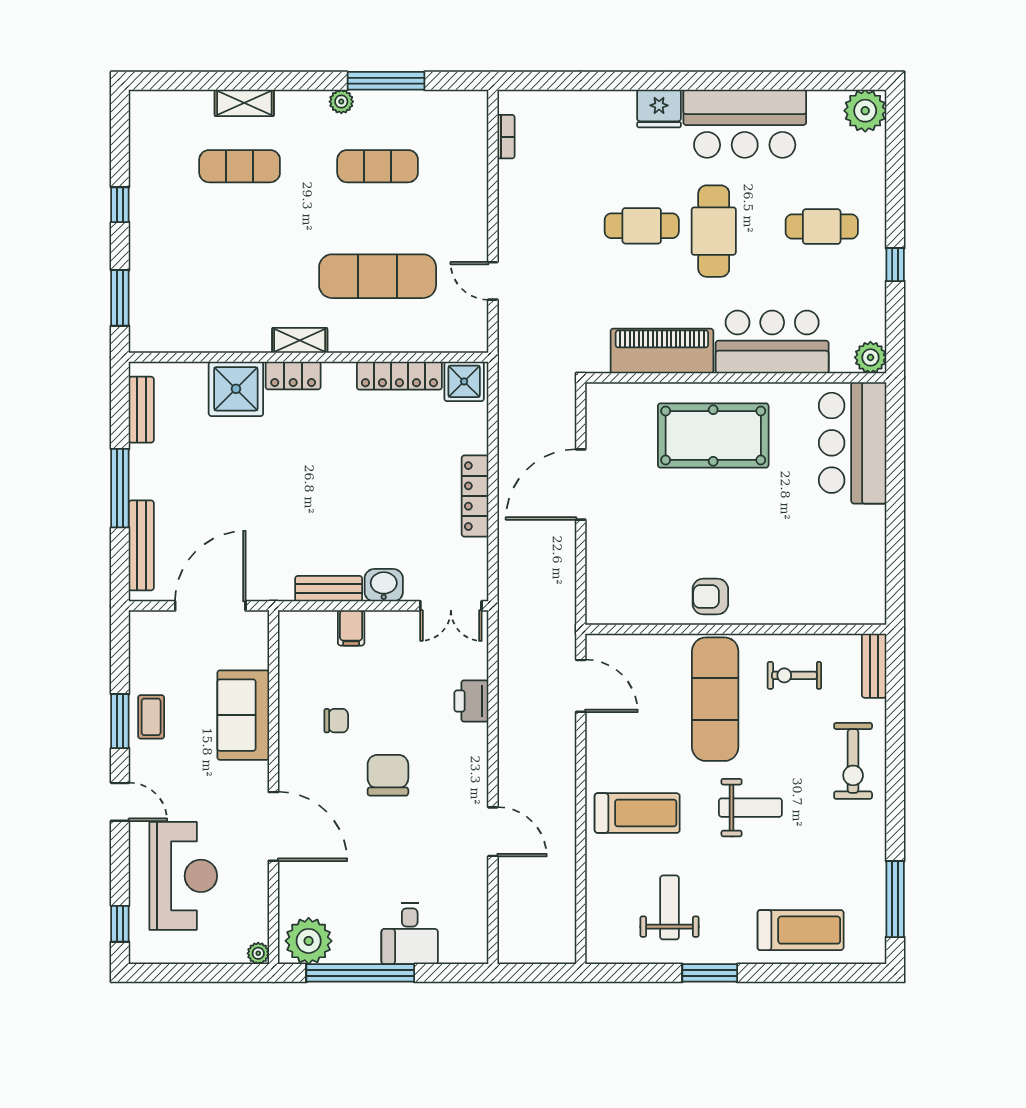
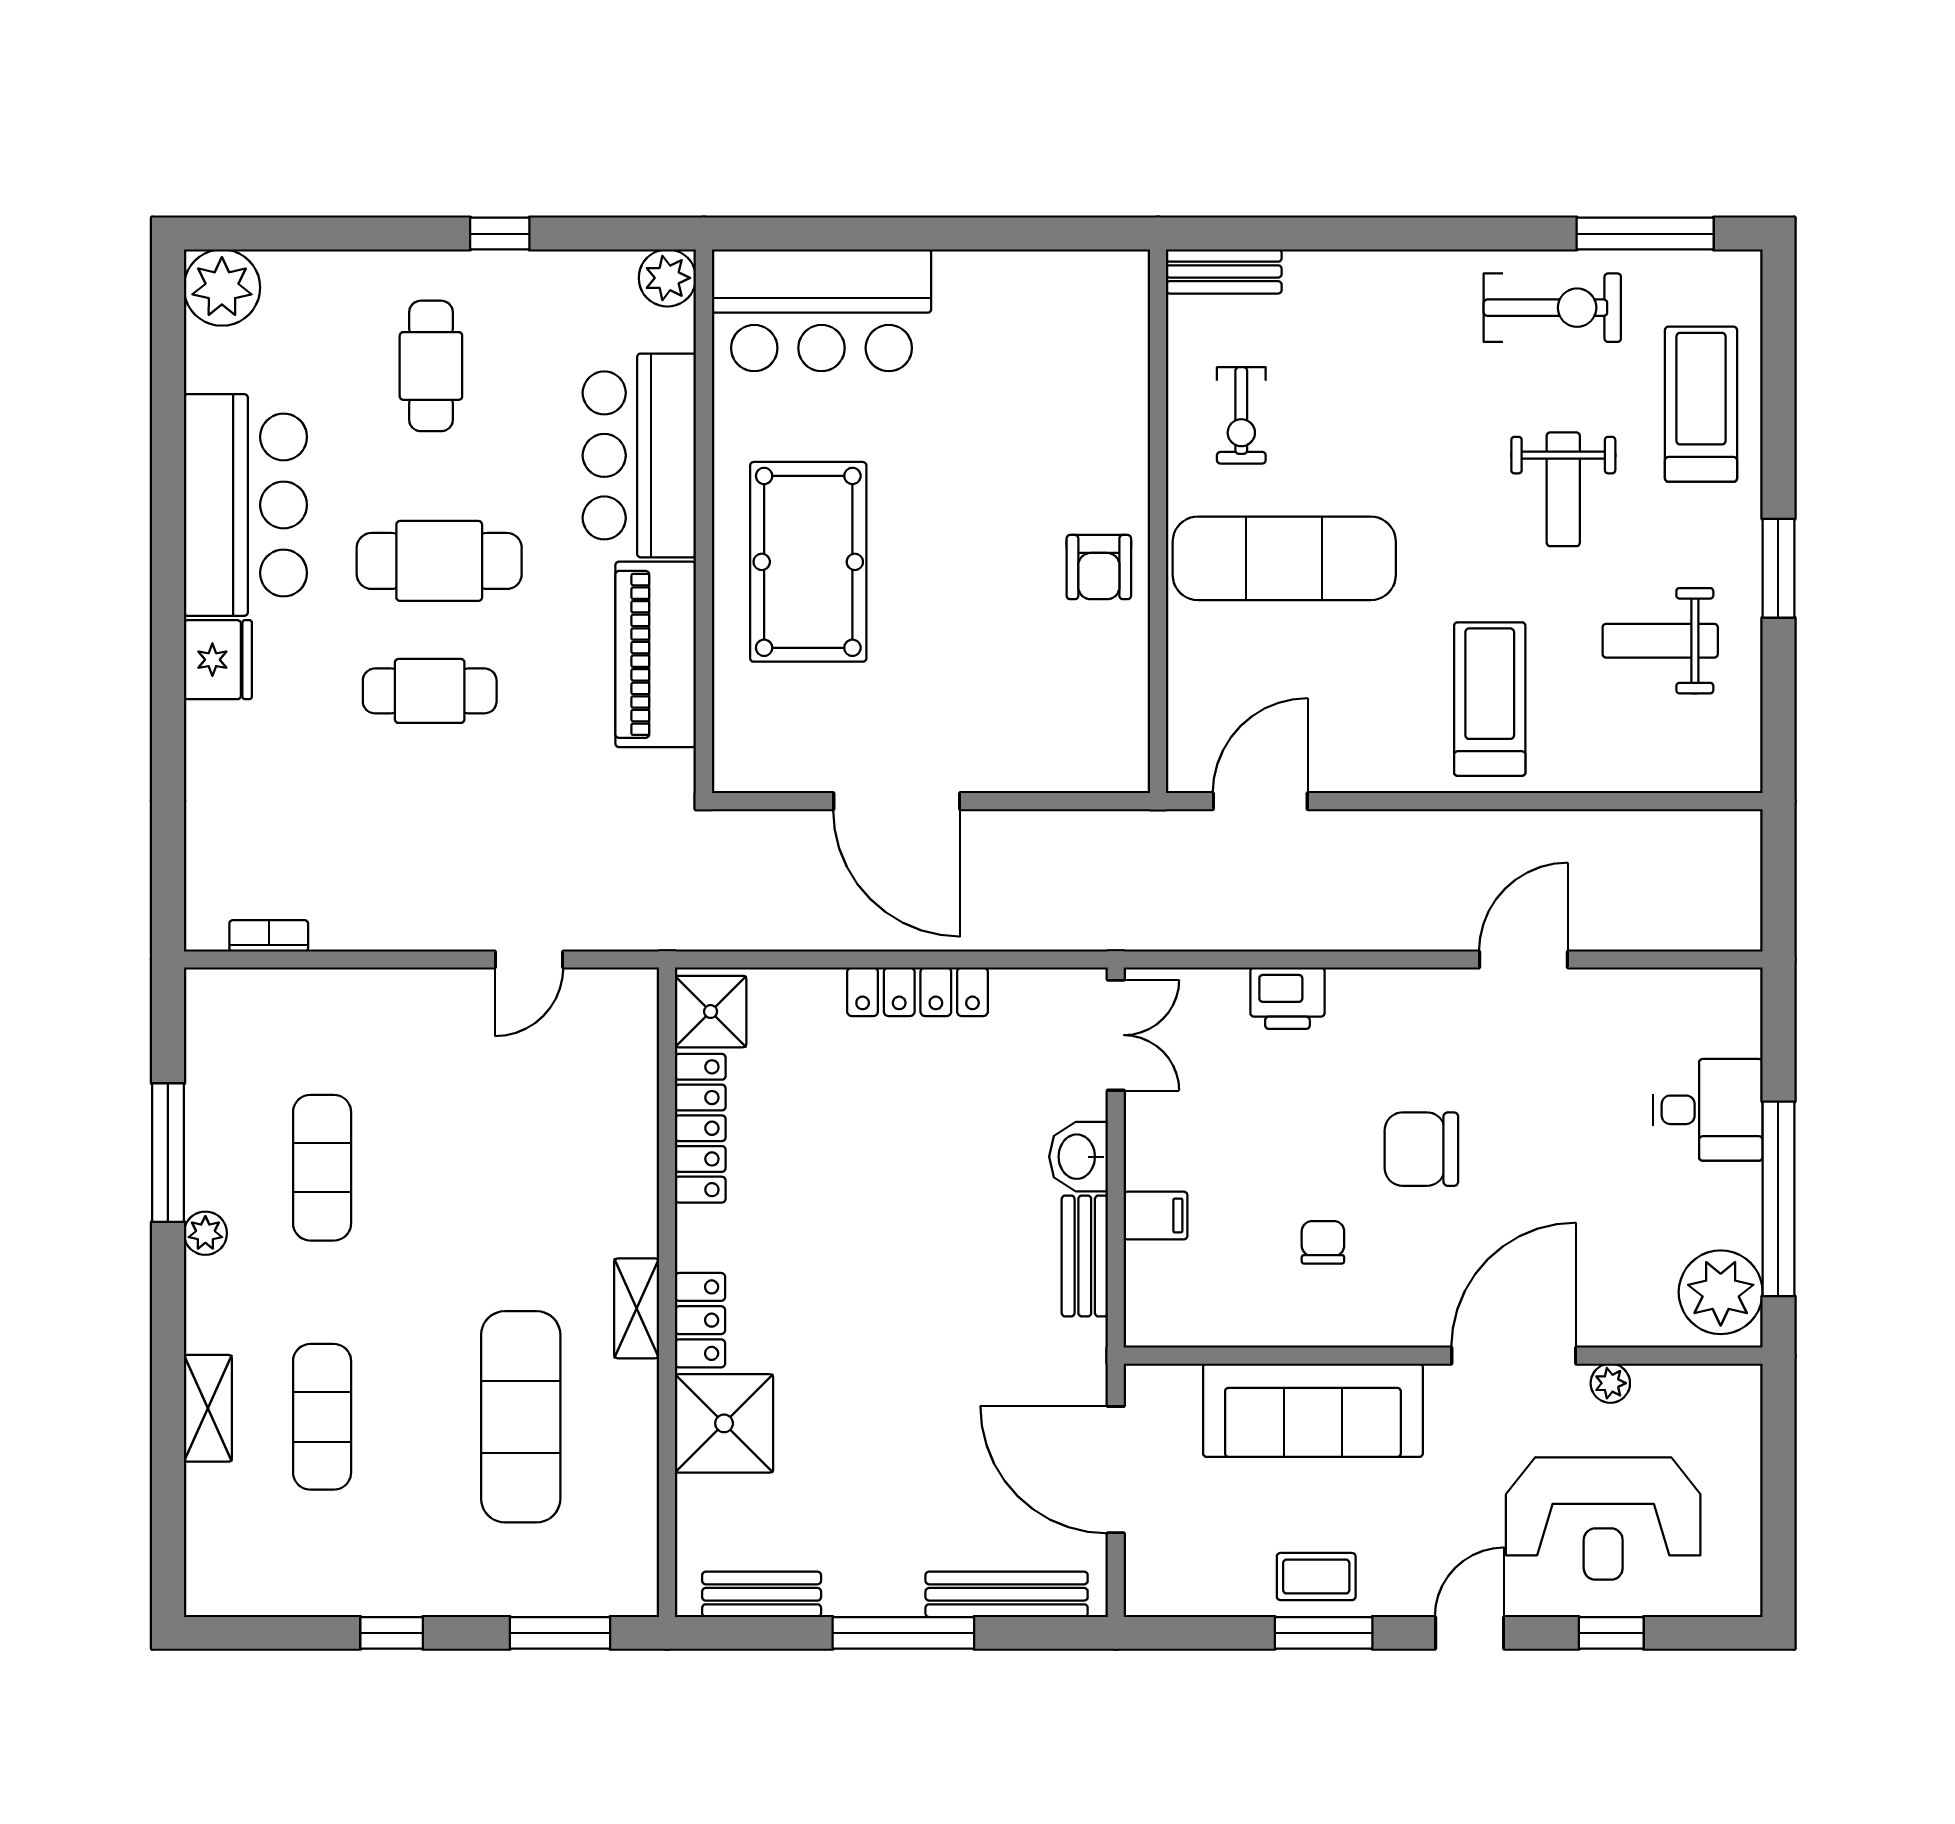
cafe table: (642, 226) -> (430, 691), turned 90
exercise mat: (378, 276) -> (521, 1417), moved
sofa: (243, 715) -> (1313, 1410), width x1.36
exercise bike: (853, 761) -> (1552, 308), moved
weight bench: (750, 808) -> (1563, 489), moved, turned 180
reception desk: (183, 876) -> (1603, 1519), turned 180
window: (120, 924) -> (1611, 1633), moved
plant: (258, 953) -> (1610, 1383), moved

